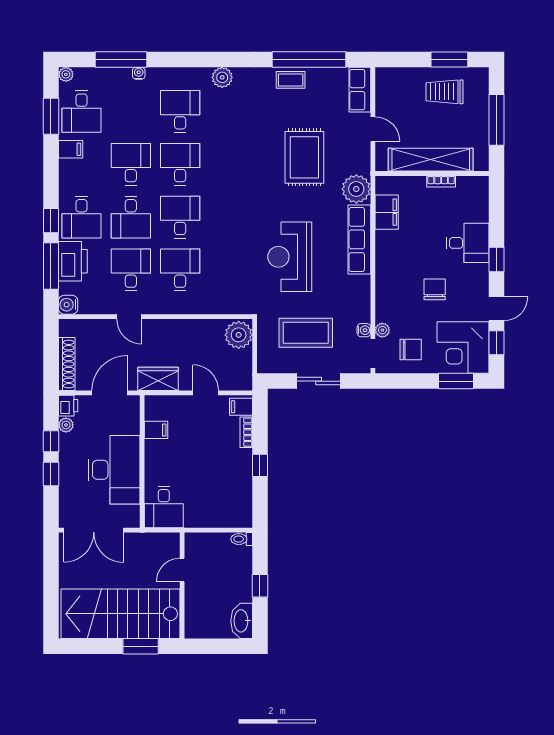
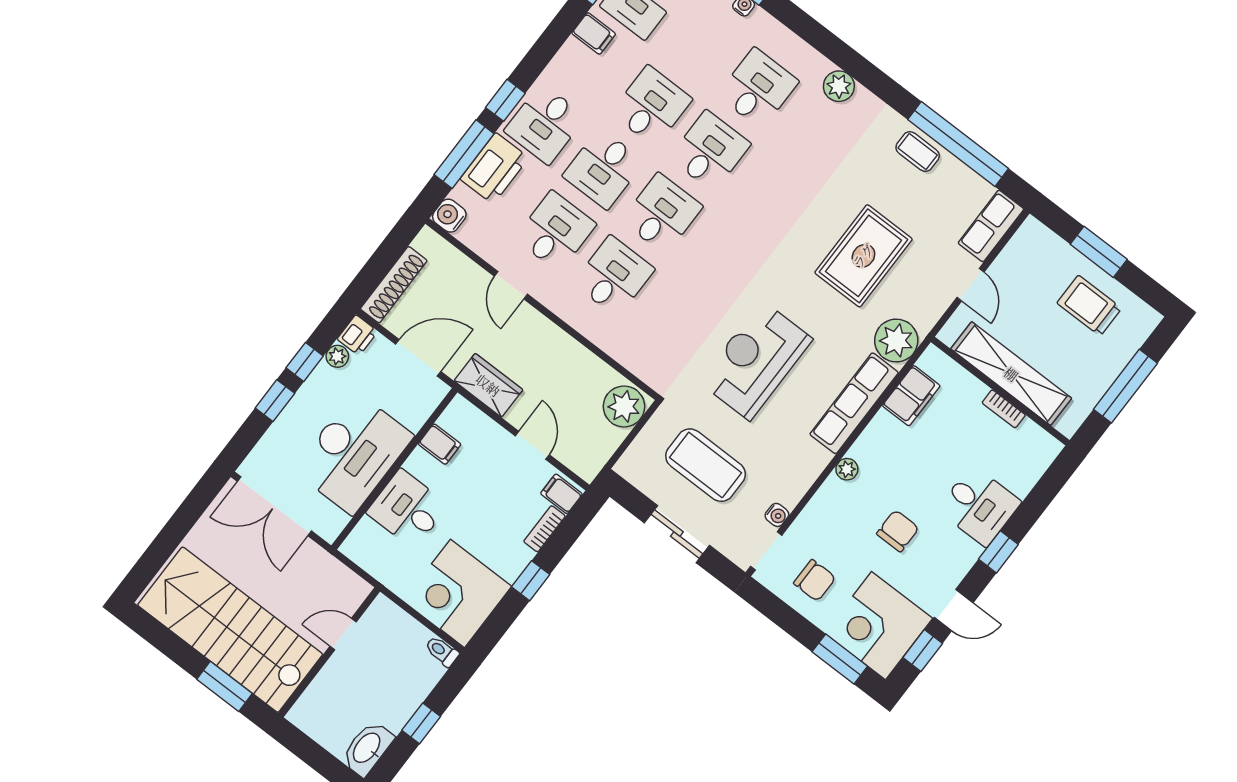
window: (449, 59) -> (1099, 252), moved
plant: (382, 330) -> (847, 469), moved
corner desk: (226, 502) -> (458, 593), added
desk: (164, 507) -> (407, 509), moved, turned 90

